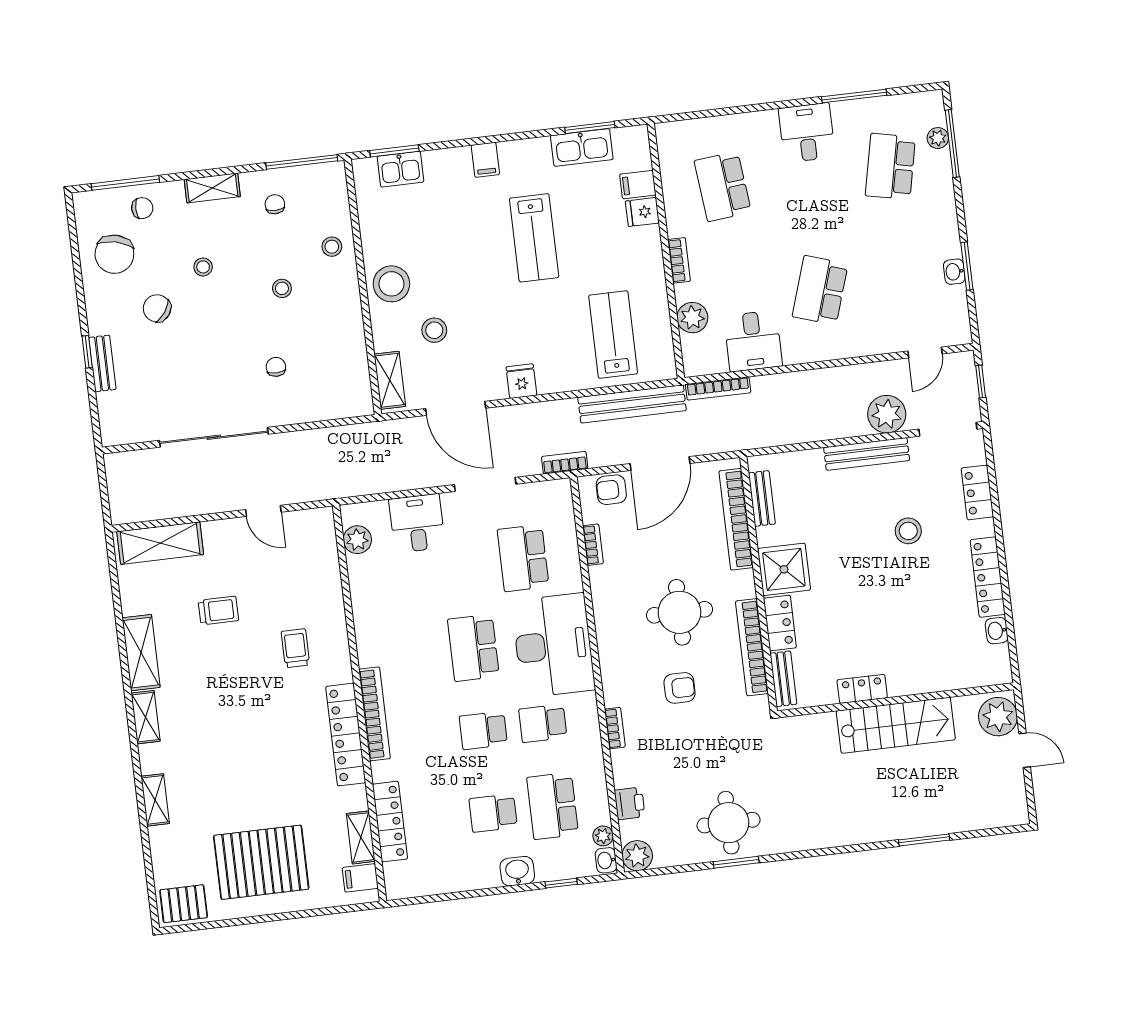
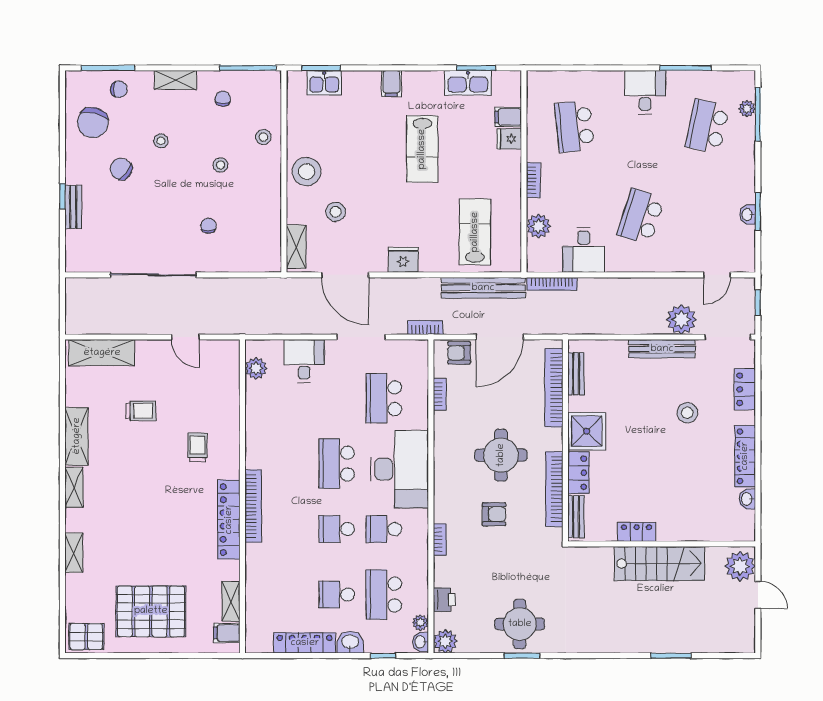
fridge: (521, 381) -> (403, 260), width x1.38
locker: (390, 822) -> (305, 643), moved, turned -90

